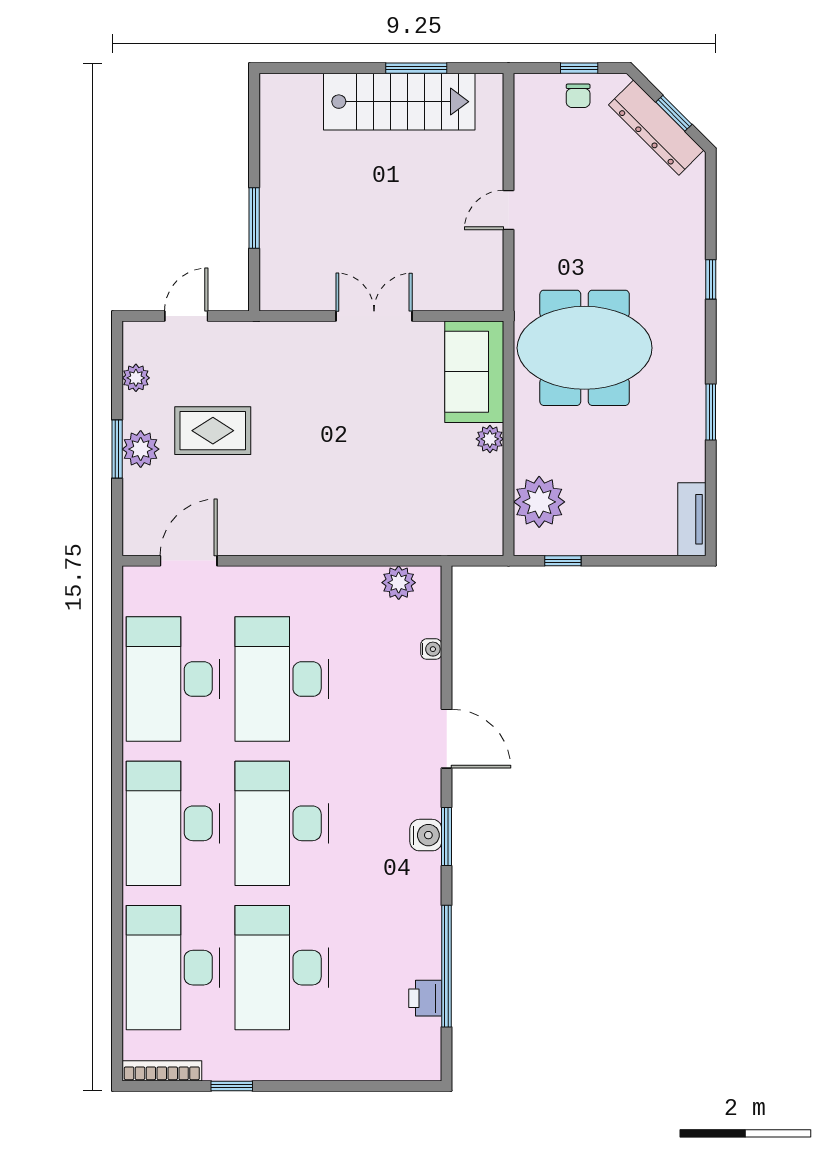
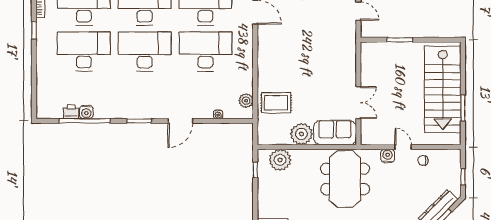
chair: (578, 96) -> (423, 161), moved
stairs: (399, 102) -> (443, 89), width x1.36, depth x1.51
water cooler: (530, 247) -> (388, 156), added
double door: (374, 316) -> (358, 103), moved
rug: (213, 431) -> (276, 103), moved, turned 90
plant: (490, 439) -> (301, 134), width x1.87, depth x1.87
water cooler: (426, 835) -> (86, 112), moved

